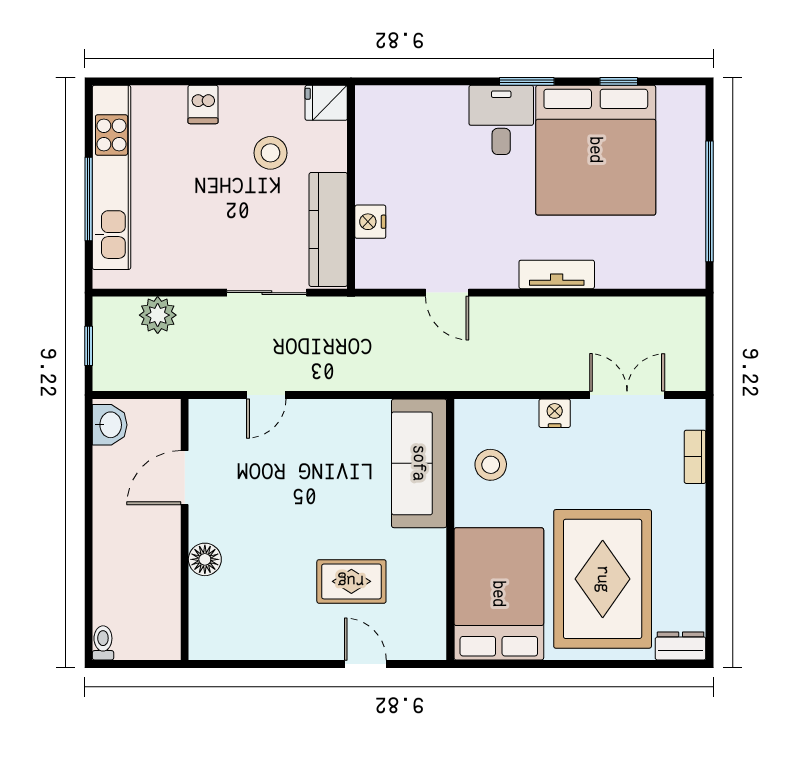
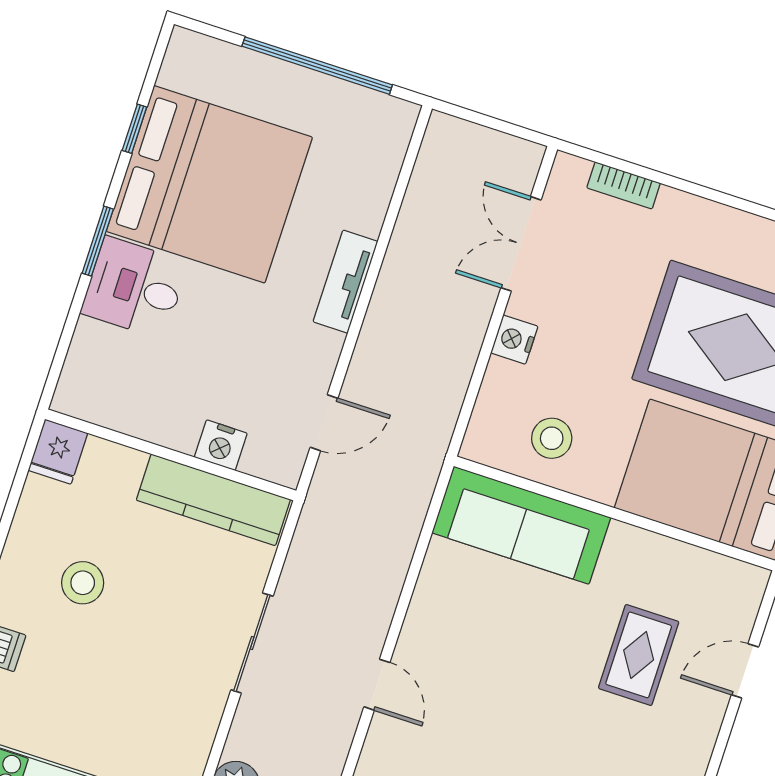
fridge: (326, 103) -> (58, 452), moved
wall: (351, 187) -> (171, 455), moved
nightstand: (370, 222) -> (221, 445), moved
kitchen counter: (328, 229) -> (213, 500), moved

